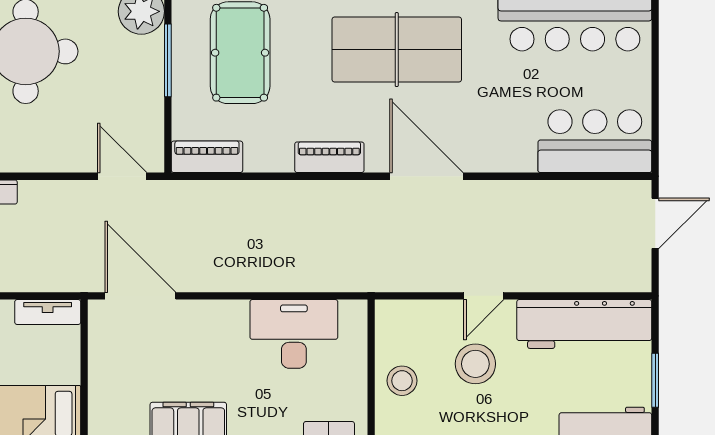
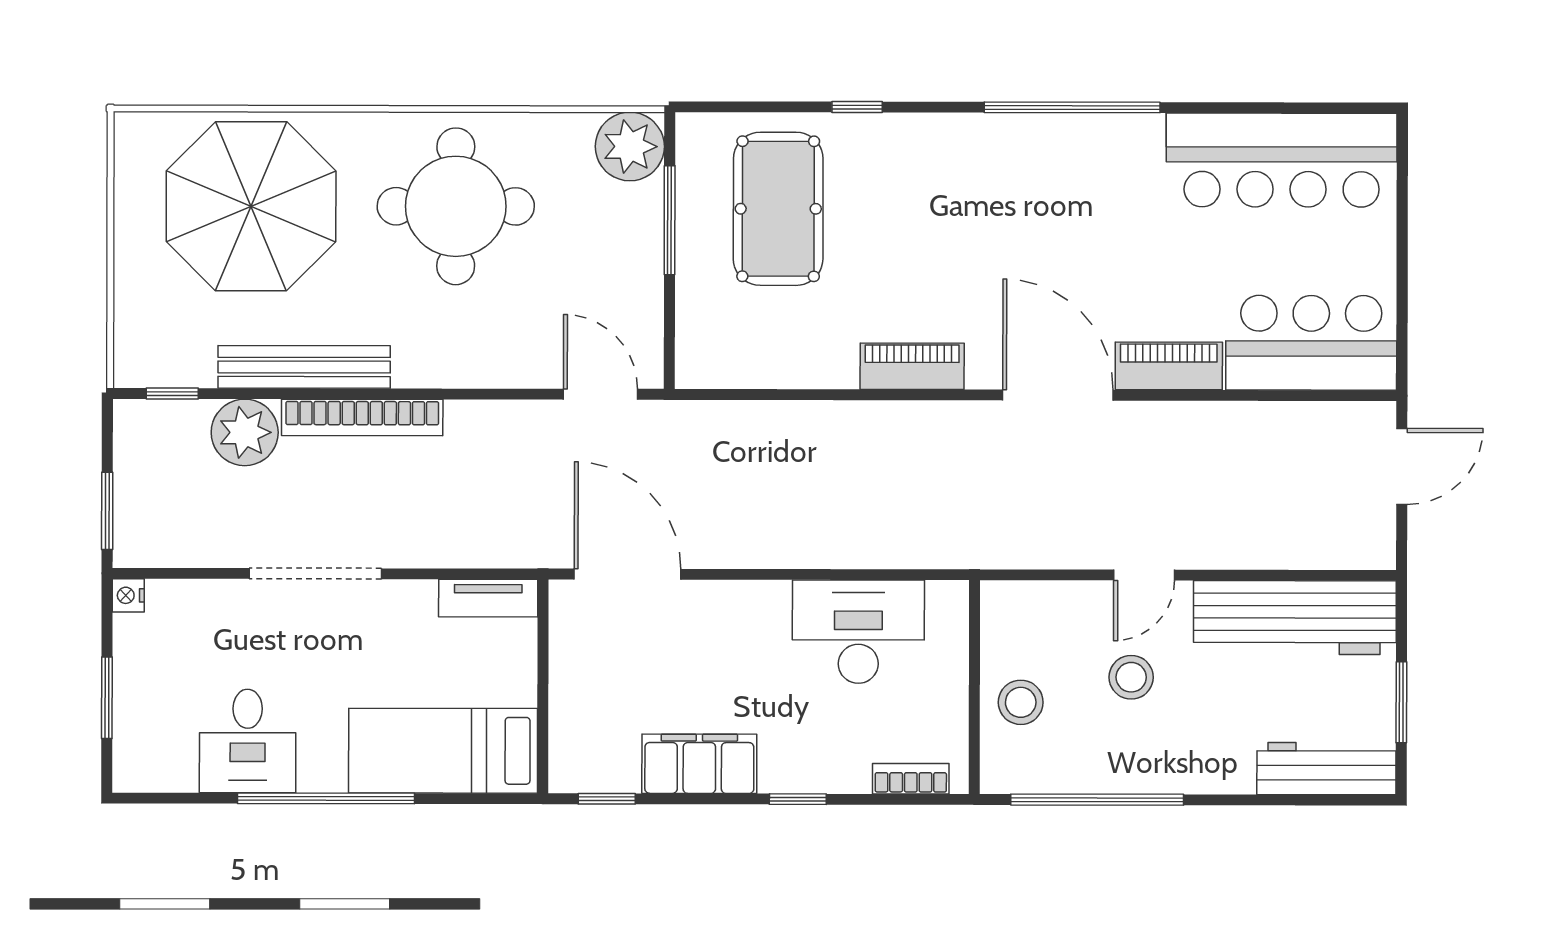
table tennis table: (397, 50) -> (1014, 204), removed
piano: (207, 157) -> (1169, 366), moved
stool: (475, 364) -> (1131, 677), width x0.73, depth x0.73

